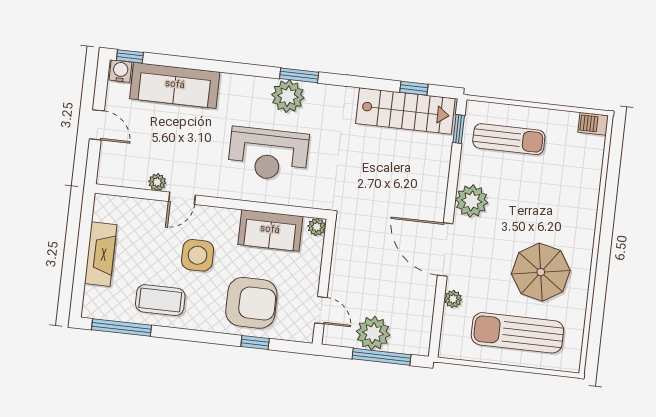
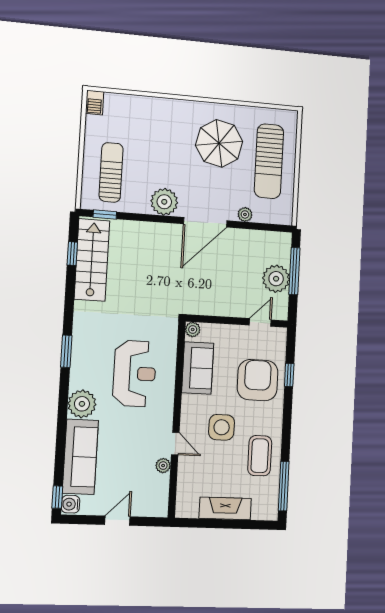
plant: (288, 96) -> (82, 404), moved

